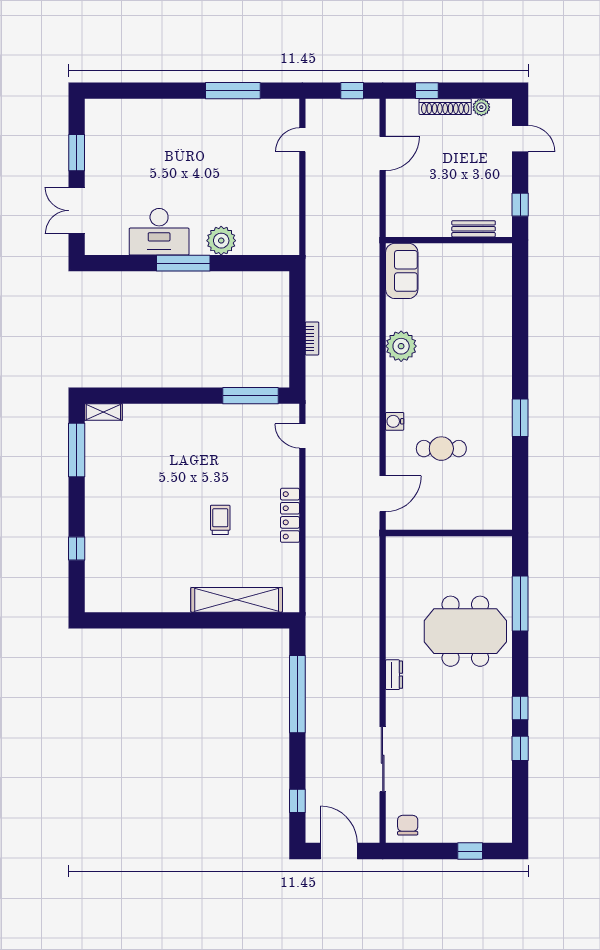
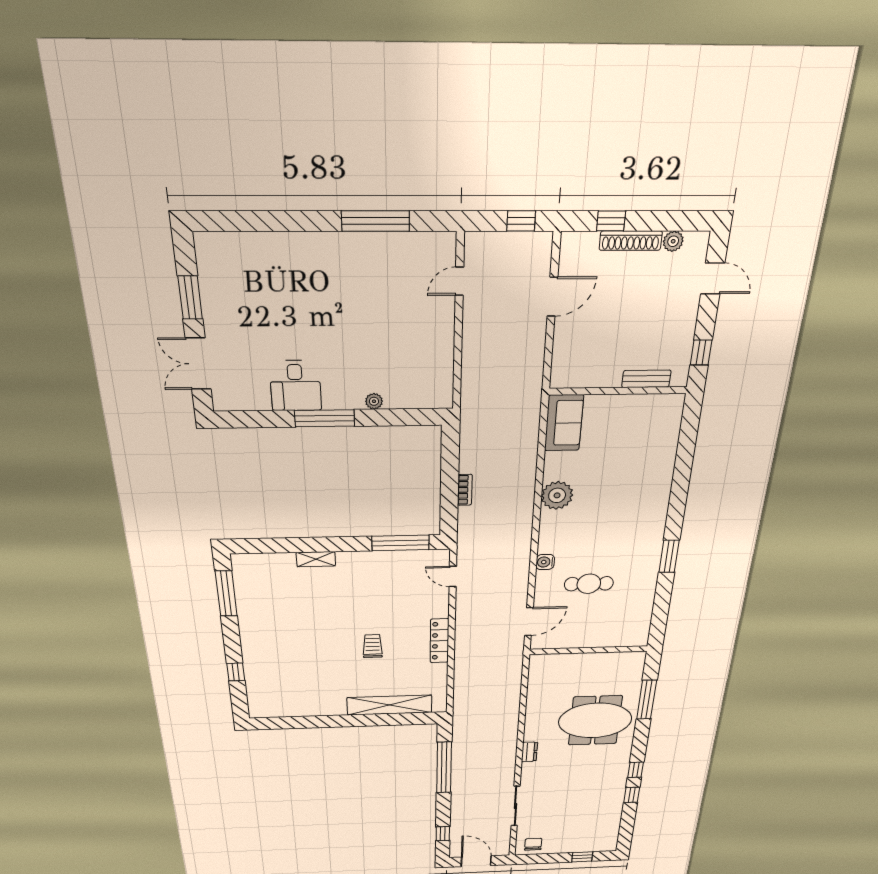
desk: (159, 232) -> (295, 386), width x0.73
plant: (221, 241) -> (374, 401), width x0.53, depth x0.53
shelving: (103, 412) -> (316, 559), moved

